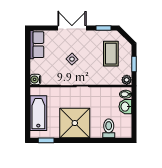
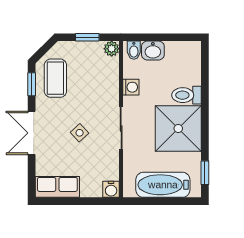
coffee table: (111, 54) -> (55, 78), moved, turned 90
washing machine: (102, 92) -> (131, 87), added
toilet: (109, 128) -> (186, 95), moved

